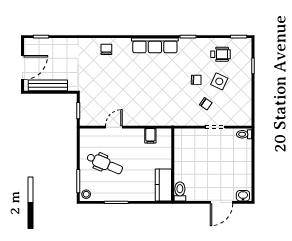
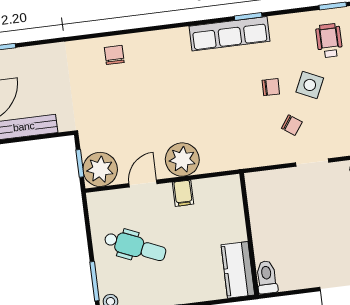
row of seats: (155, 45) -> (229, 34), moved
wheelchair: (221, 54) -> (329, 41), moved, turned -90
plant: (90, 116) -> (100, 169), added
plant: (139, 116) -> (182, 160), added
filing cabinet: (150, 136) -> (183, 193), moved

